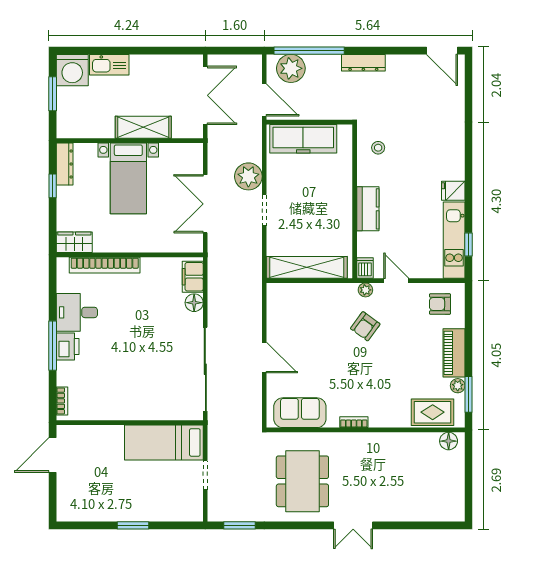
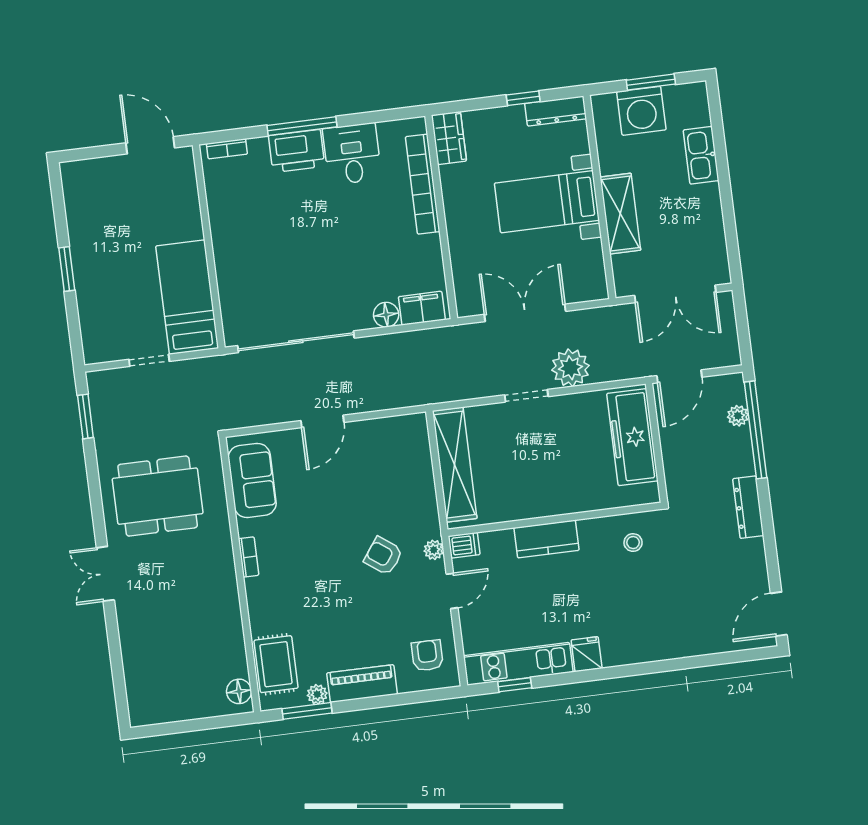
plant: (291, 68) -> (738, 416), width x0.53, depth x0.53
washing machine: (72, 70) -> (641, 111), moved, turned -90
printer: (68, 347) -> (297, 151), width x1.37, depth x1.19

